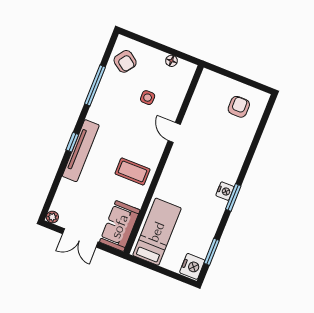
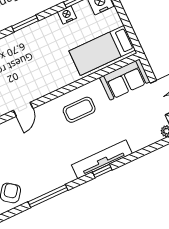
side table: (148, 98) -> (19, 152), removed
coffee table: (133, 171) -> (79, 110), turned 90
nightstand: (225, 191) -> (67, 15), moved

